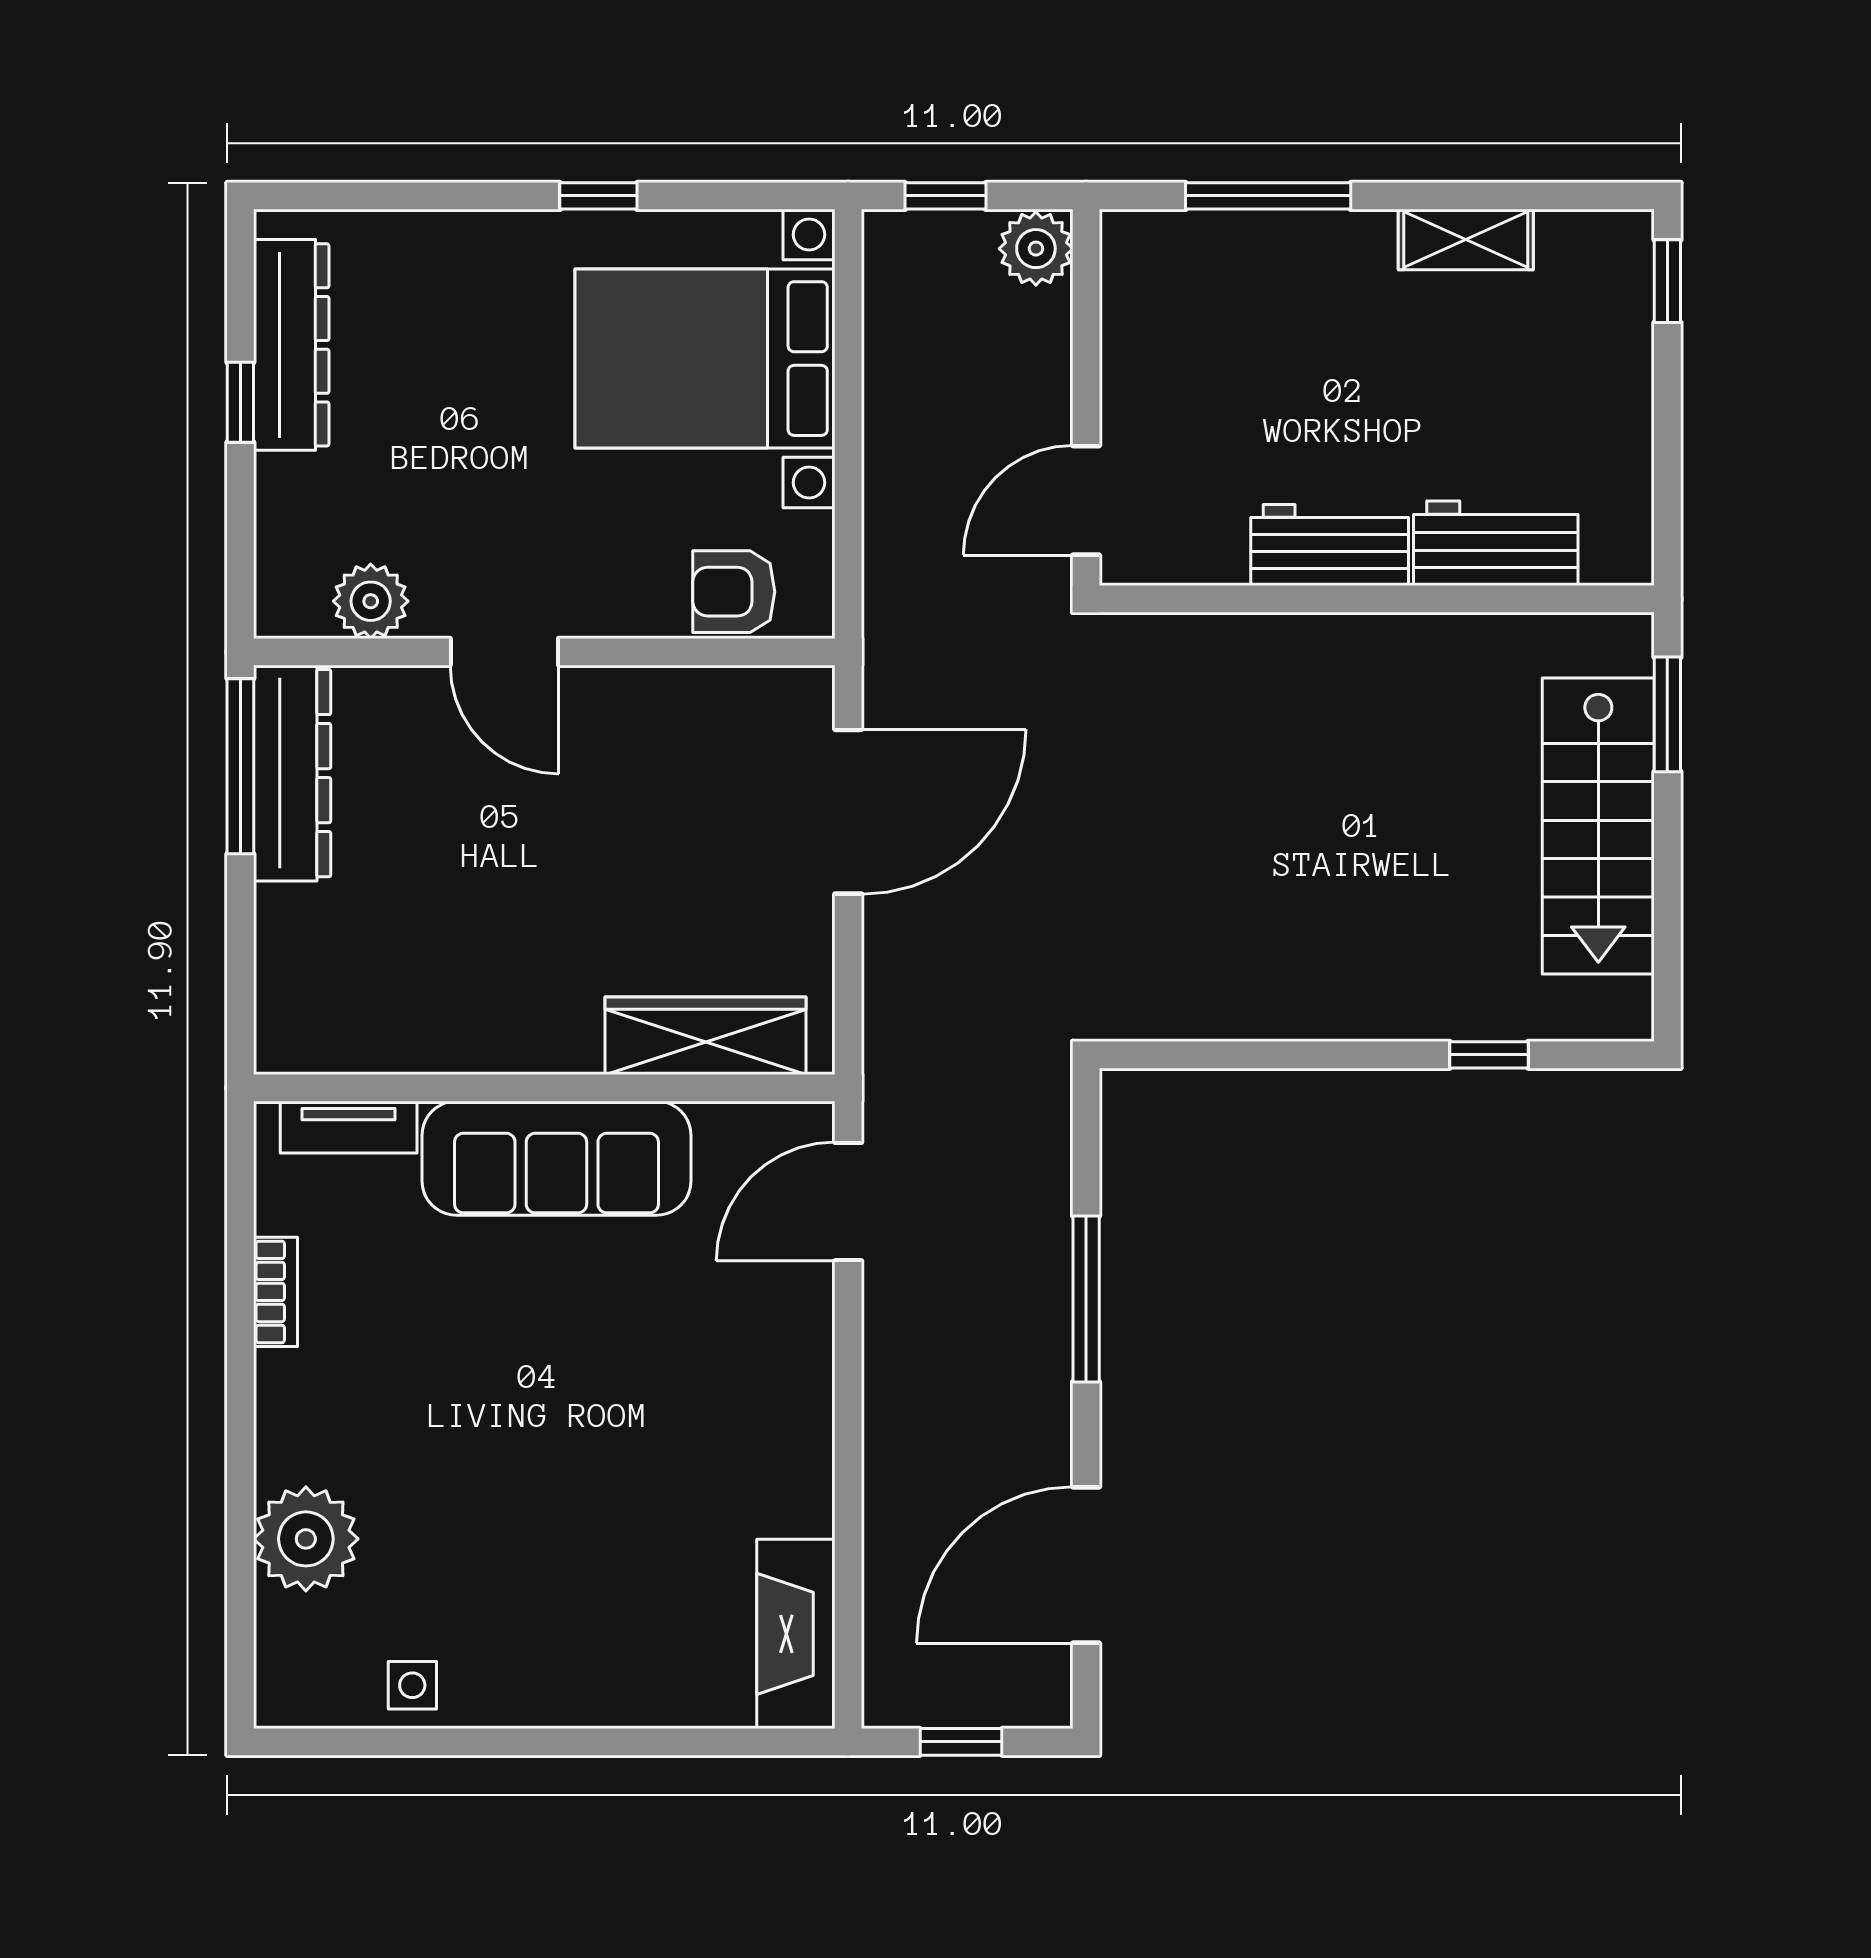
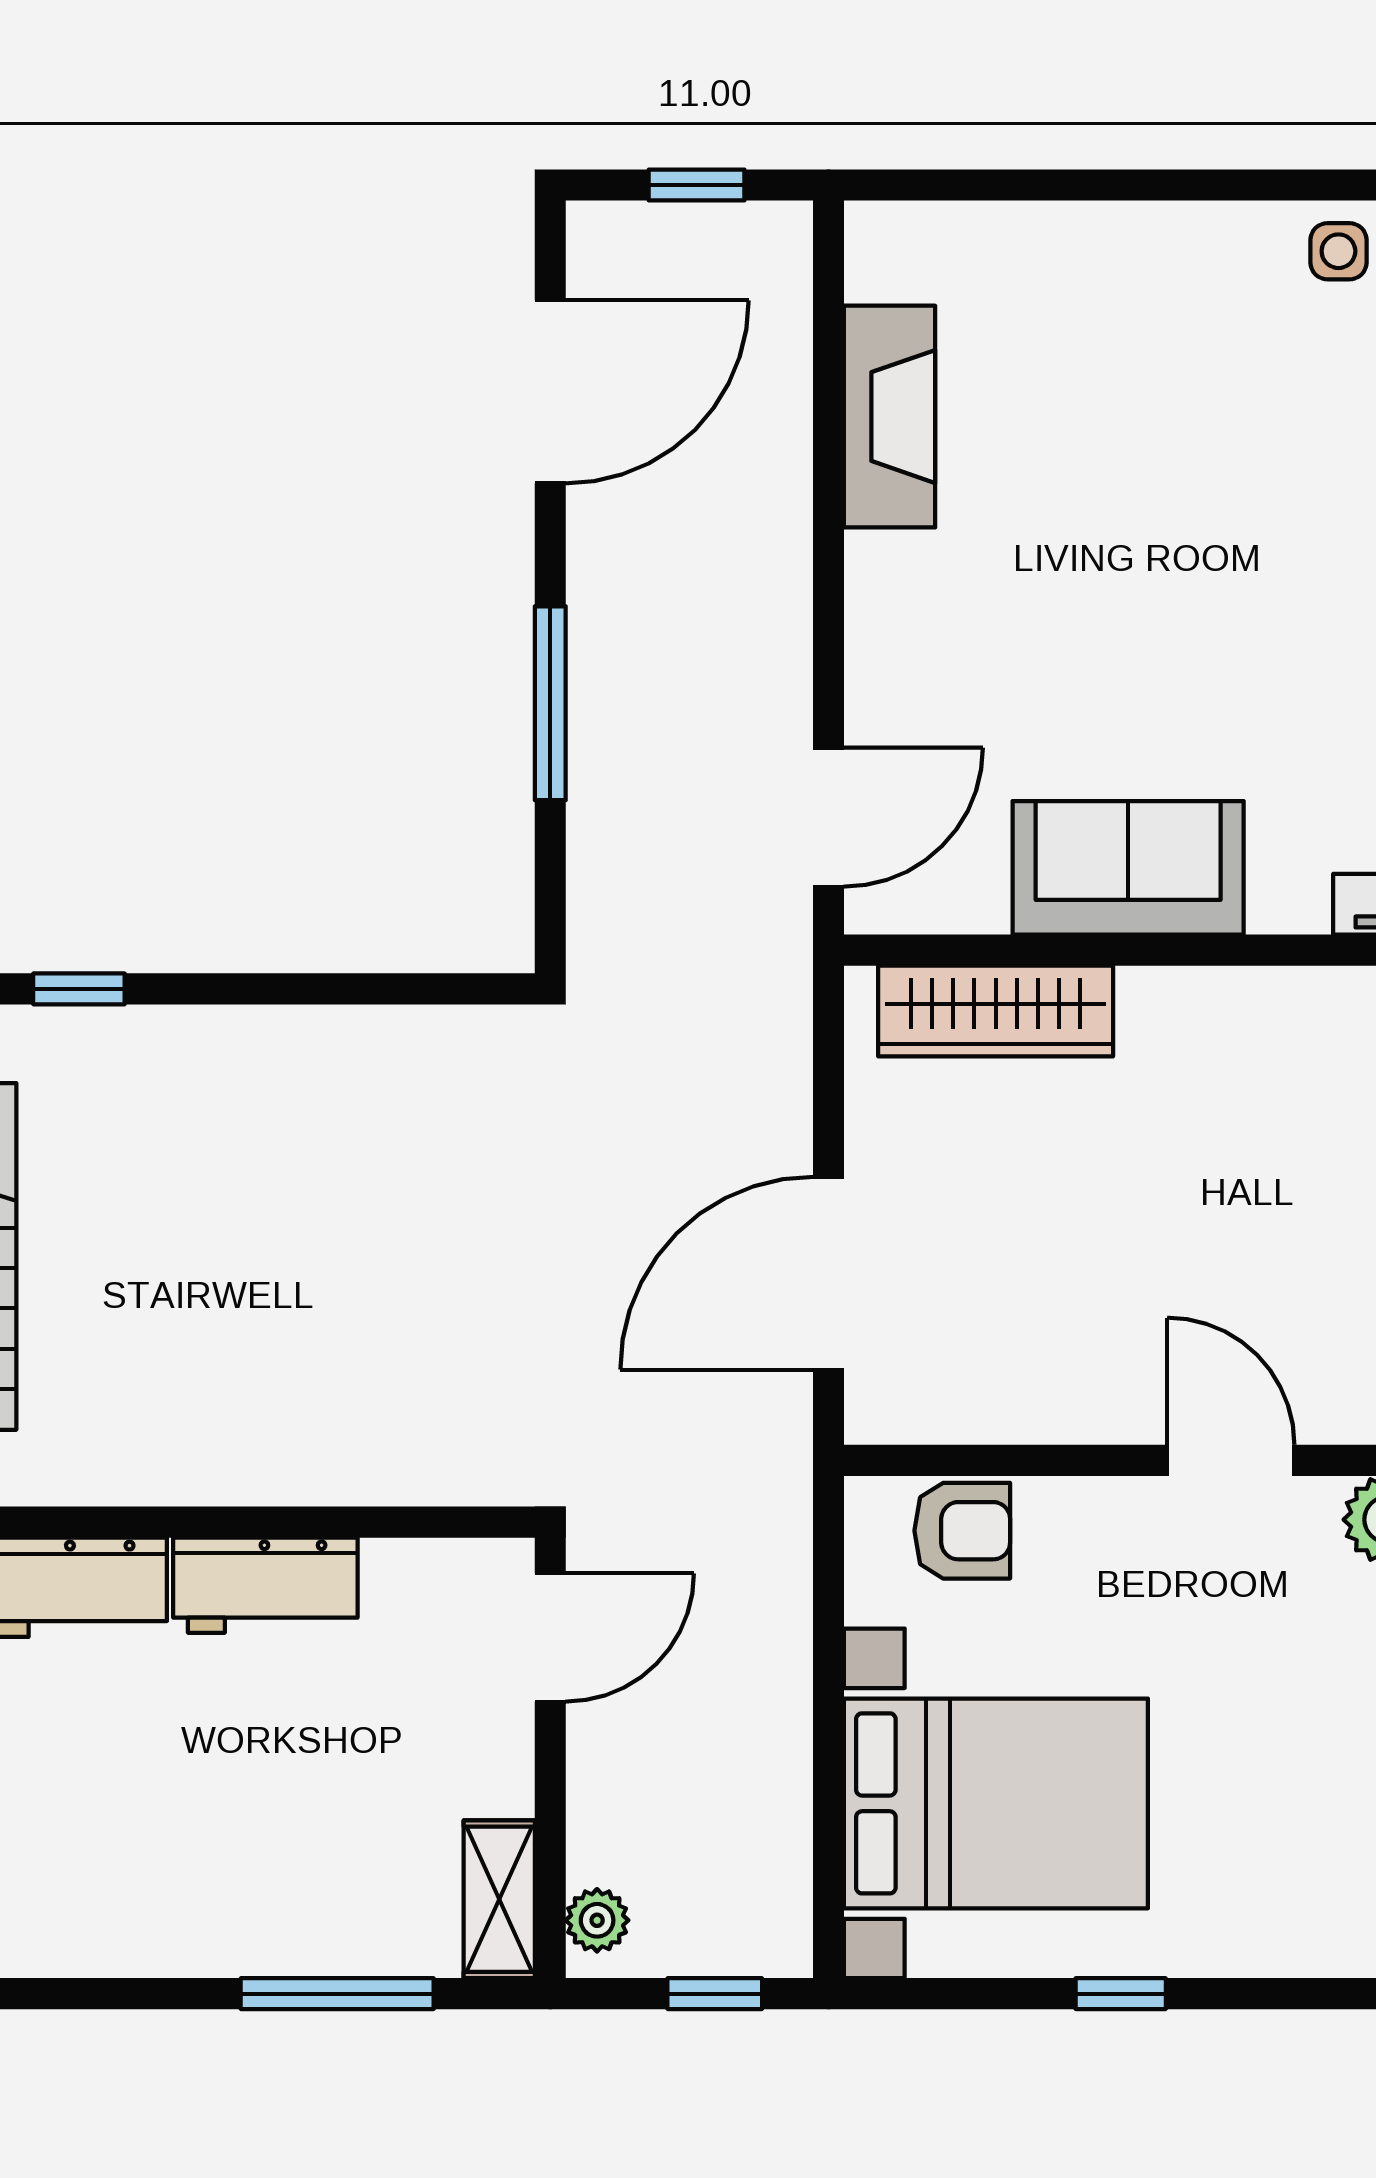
shelving: (1466, 240) -> (499, 1899), moved, turned 90
plant: (1036, 249) -> (597, 1920), width x0.73, depth x0.73
sofa: (556, 1158) -> (1128, 868), width x0.73
fireplace: (796, 1634) -> (890, 417), moved

